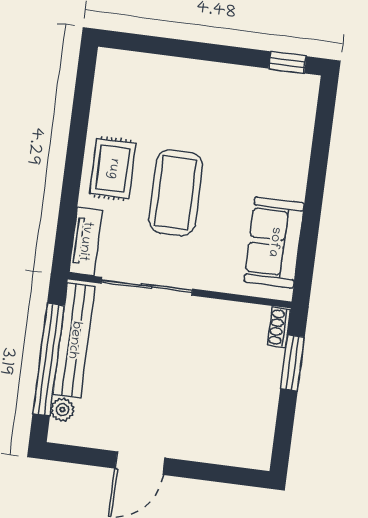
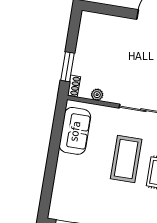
plant: (235, 312) -> (97, 95), added

